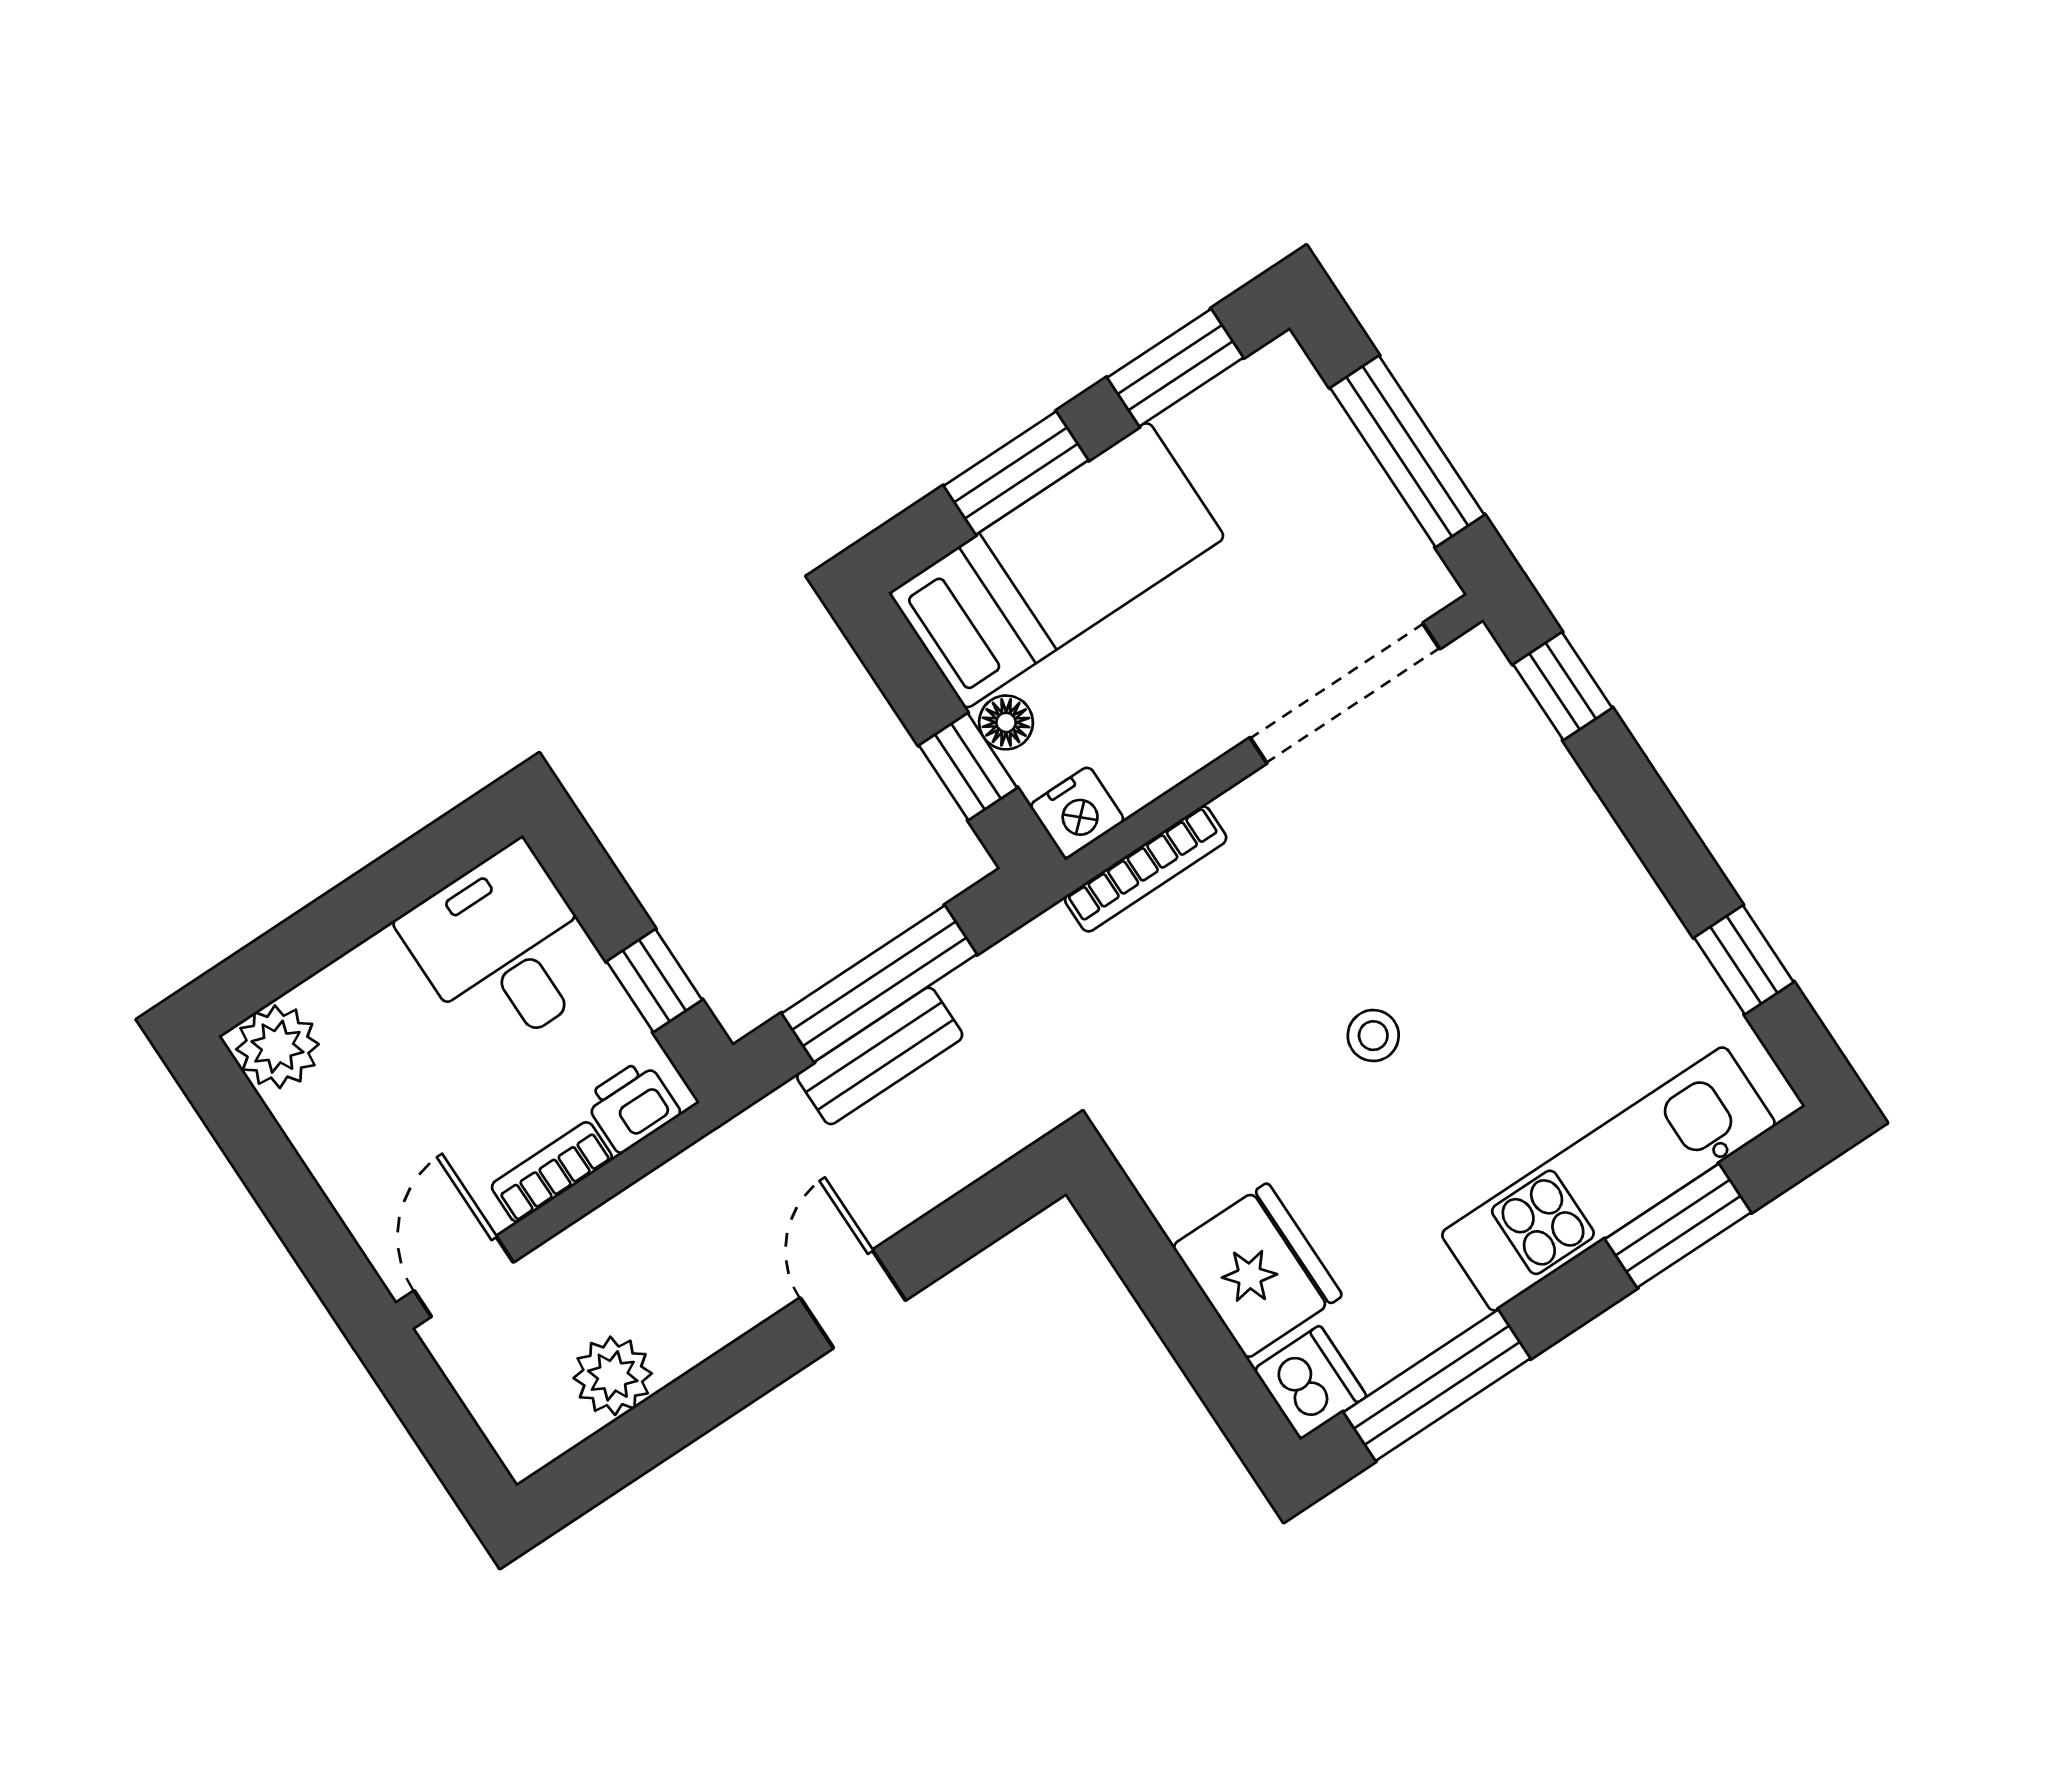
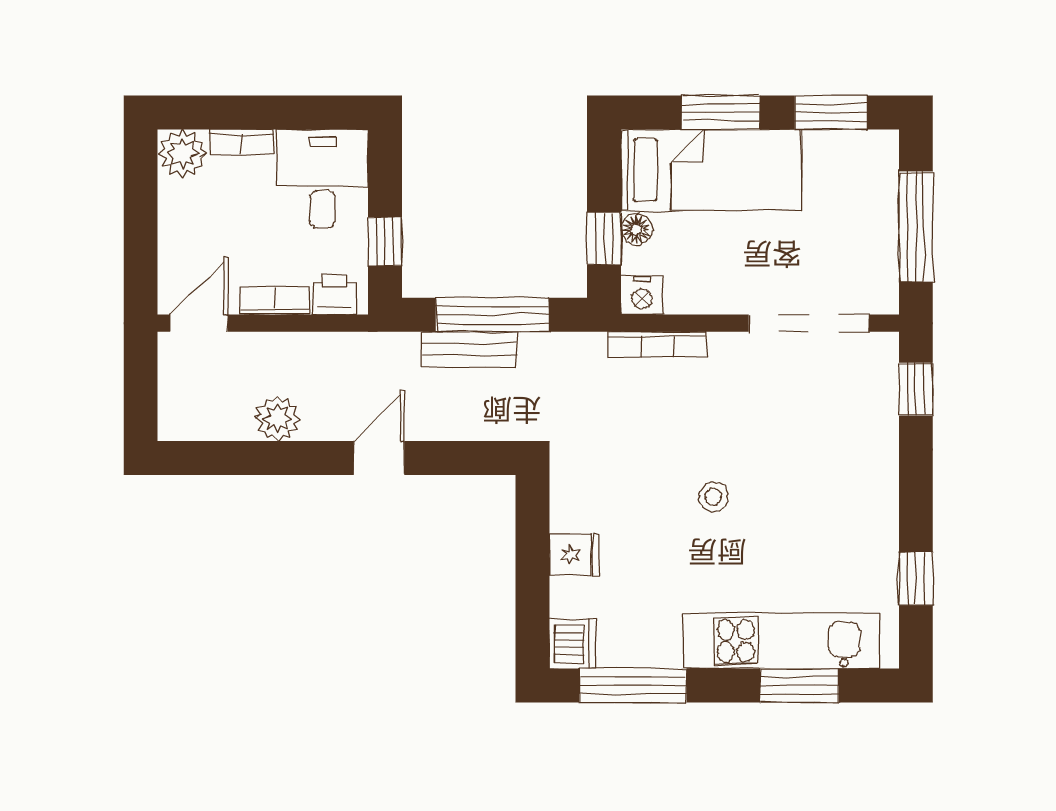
bookcase: (352, 974) -> (242, 142), added
fridge: (1257, 1271) -> (574, 555), width x0.53, depth x0.75
plant: (613, 1376) -> (277, 418), moved

